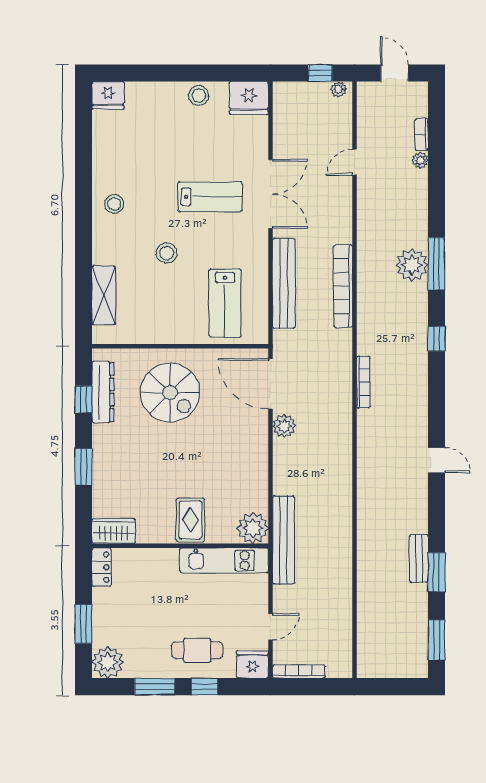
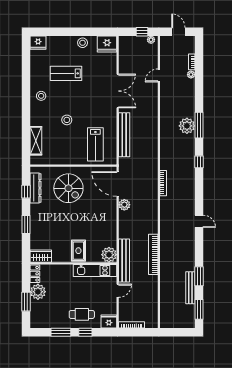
lab bench: (210, 197) -> (66, 73), moved, turned 180
bookcase: (343, 286) -> (153, 254), moved
bench: (419, 558) -> (190, 288), moved, width x1.36
door: (271, 627) -> (118, 291), moved
plant: (108, 662) -> (38, 292), moved

